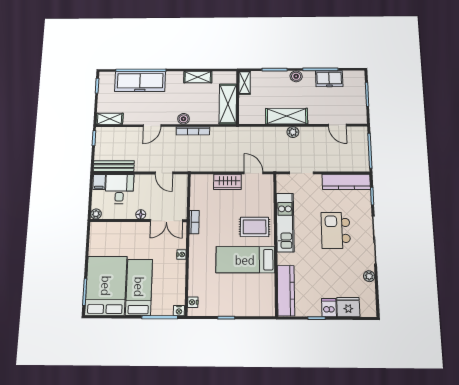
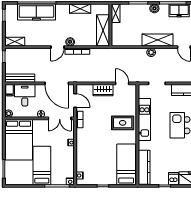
shelving: (287, 116) -> (158, 40), moved
door: (152, 126) -> (58, 47), moved
door: (164, 173) -> (57, 83), width x1.88
door: (189, 196) -> (75, 100), added
bed: (245, 260) -> (126, 164), moved, turned 90
bed: (106, 286) -> (19, 140), moved, turned 180

